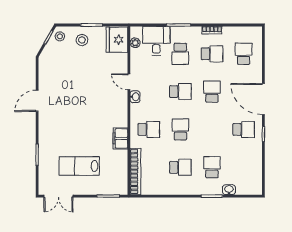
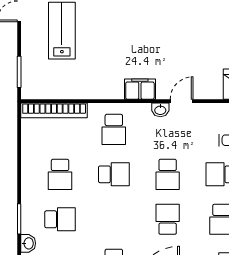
school desk: (212, 92) -> (168, 219), turned -90
filing cabinet: (120, 138) -> (140, 89), moved

